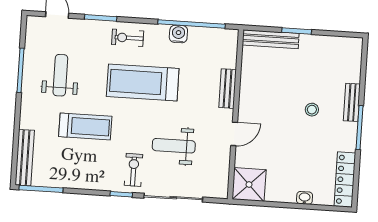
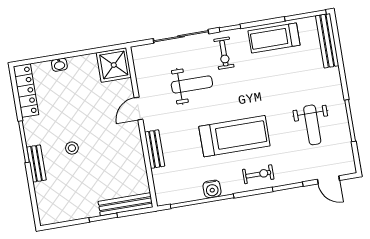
treadmill: (85, 126) -> (274, 38), moved

